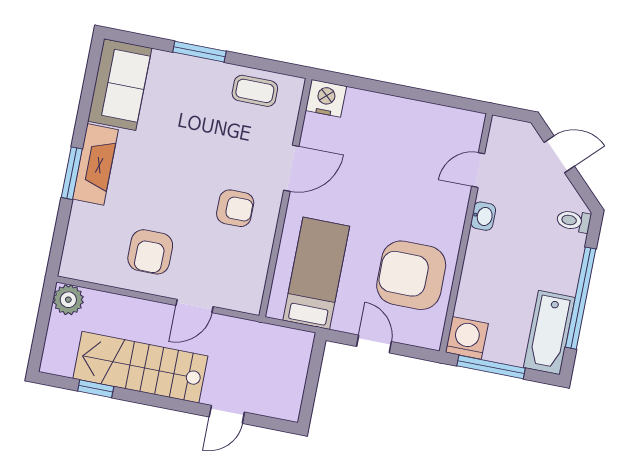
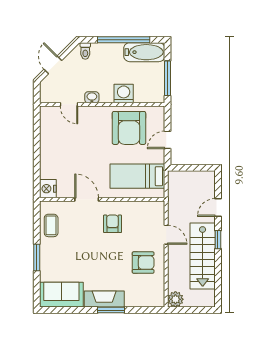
washing machine: (467, 338) -> (124, 93), moved, turned 90
window: (96, 389) -> (218, 240), moved
door: (227, 414) -> (218, 207), swing flipped

